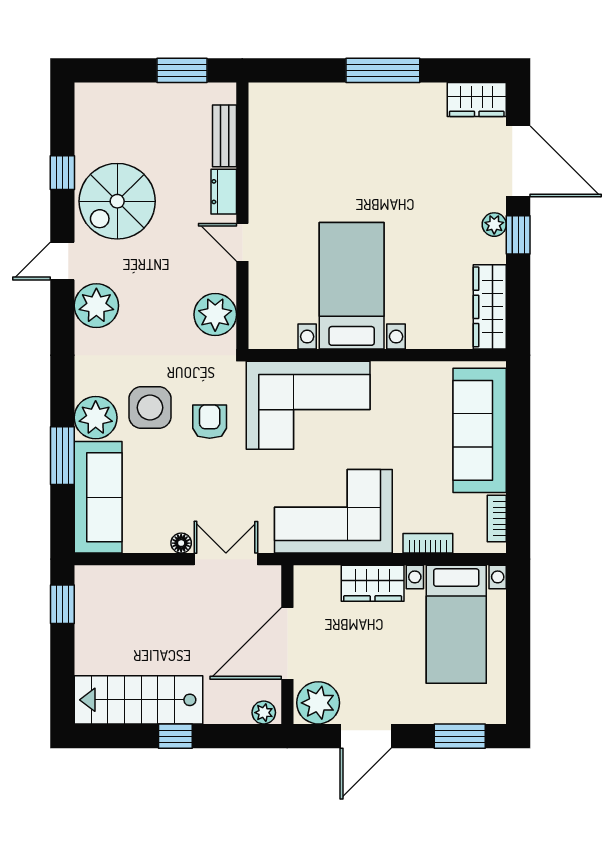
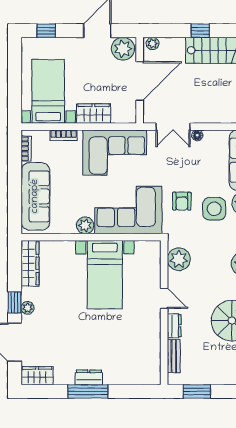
dresser: (381, 96) -> (89, 377), added
plant: (388, 377) -> (85, 225), added
window: (460, 736) -> (46, 31), width x0.67

